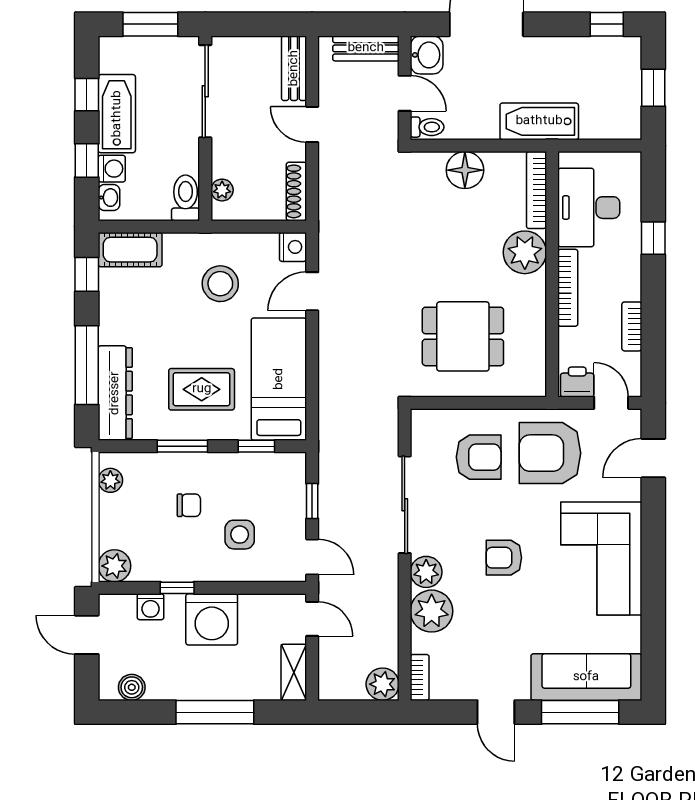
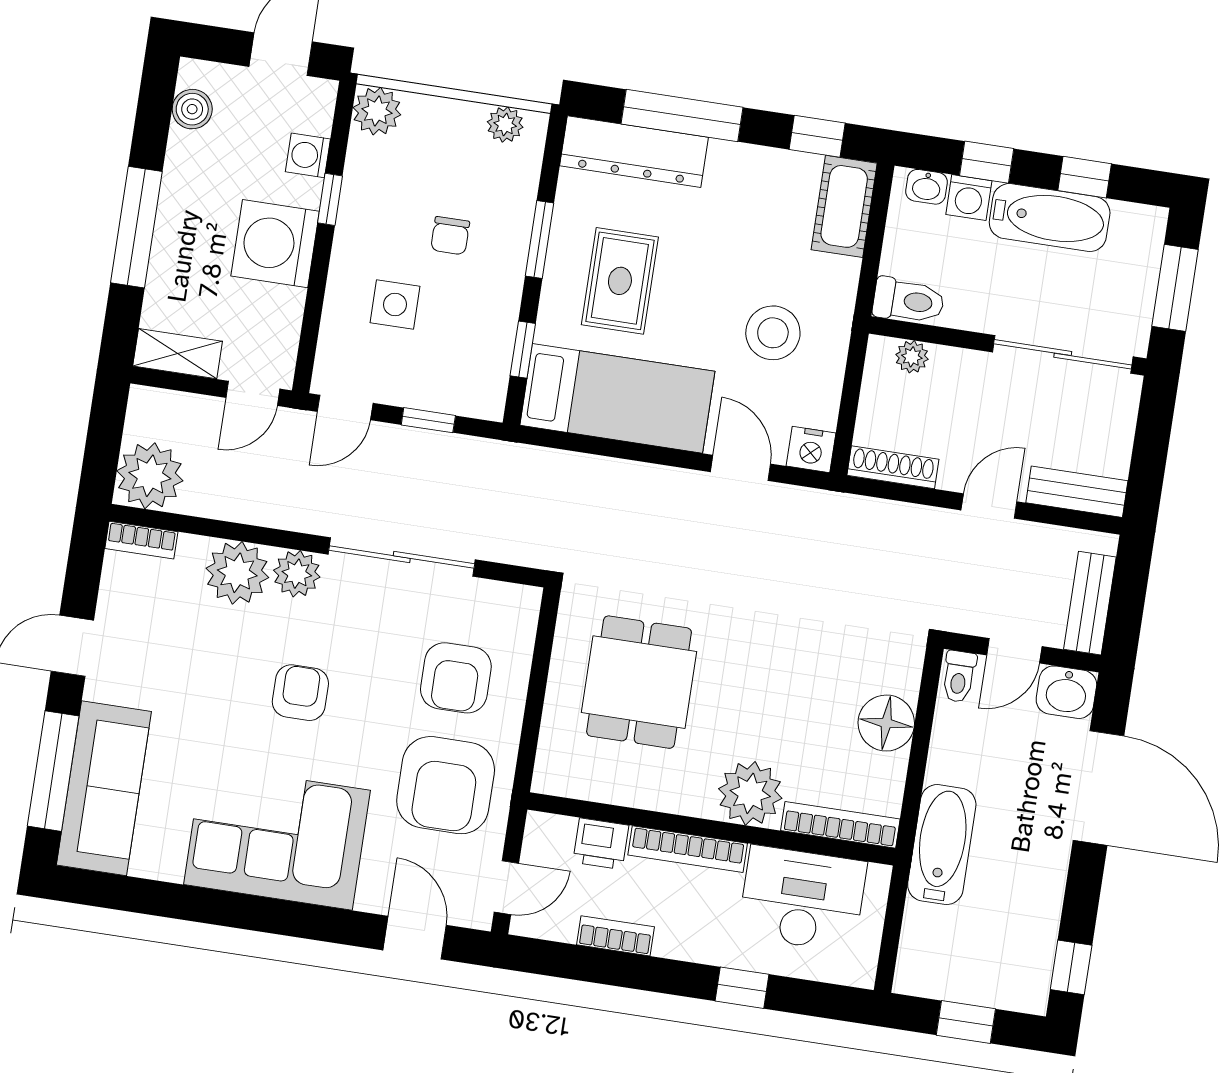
printer: (577, 382) -> (601, 844), moved, turned 90
armchair: (550, 453) -> (446, 785), turned 180
plant: (383, 684) -> (150, 476), width x1.36, depth x1.36

